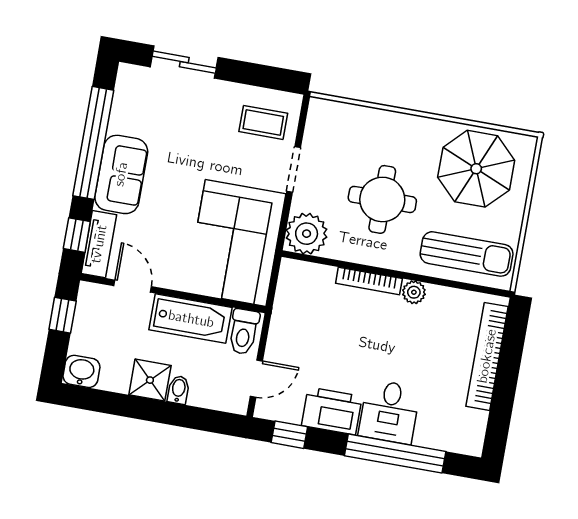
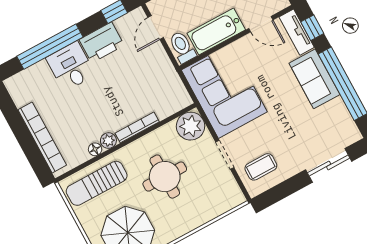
floor lamp: (437, 294) -> (95, 149), added

